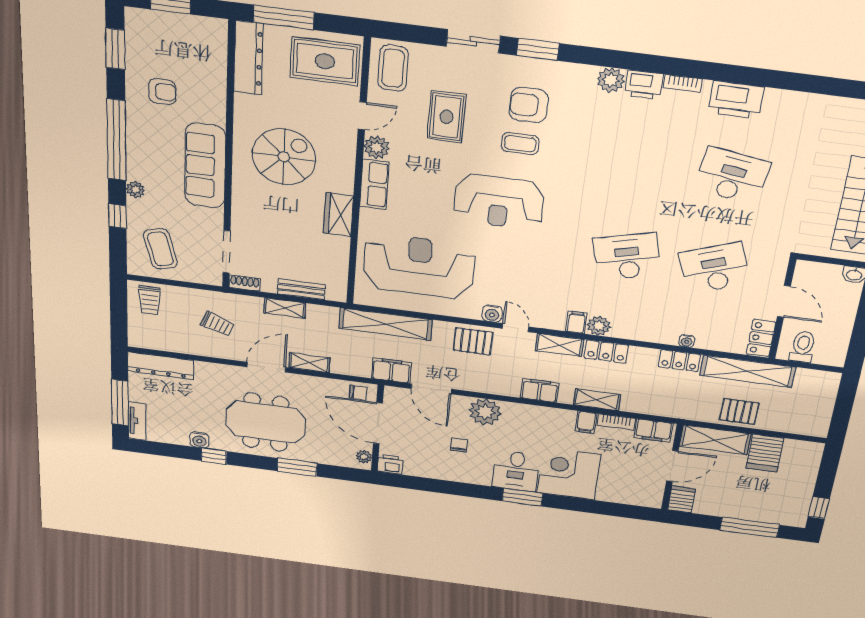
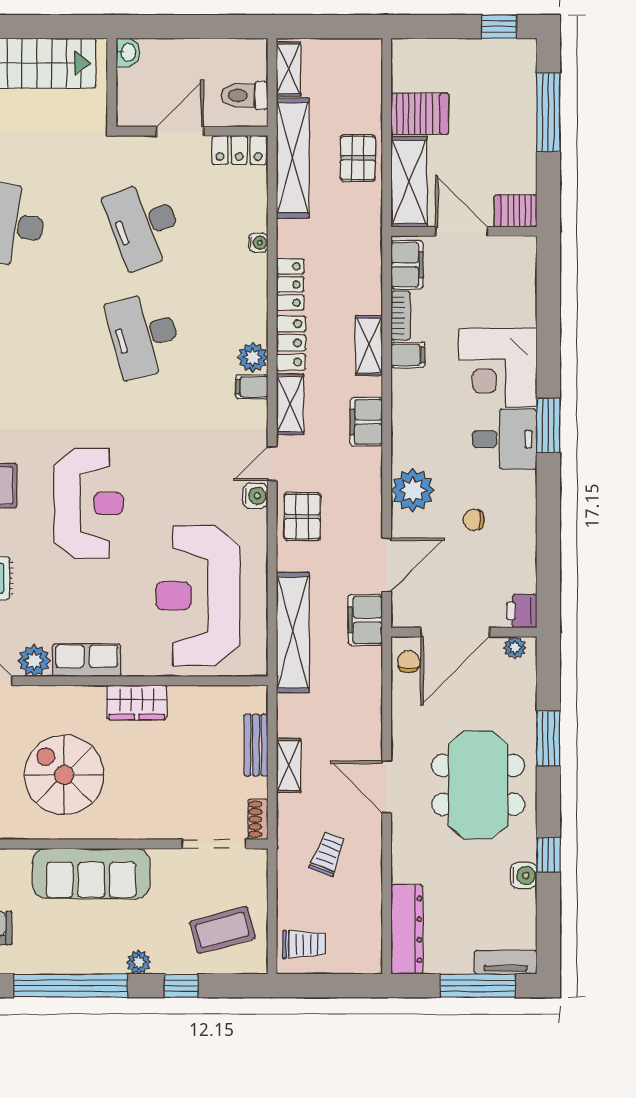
locker: (679, 361) -> (290, 284), moved
shelving: (309, 363) -> (288, 69), moved

